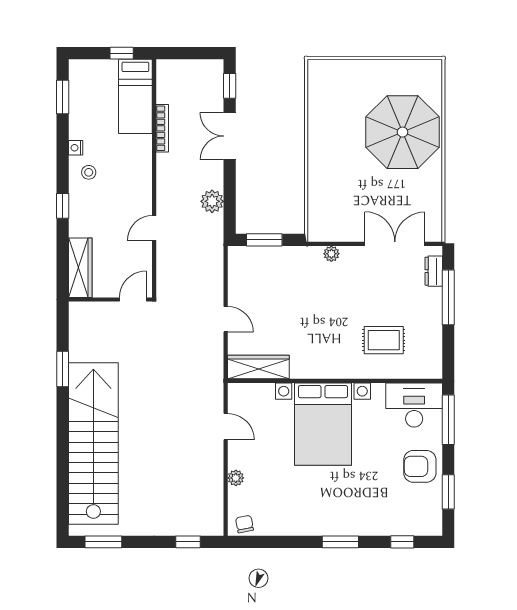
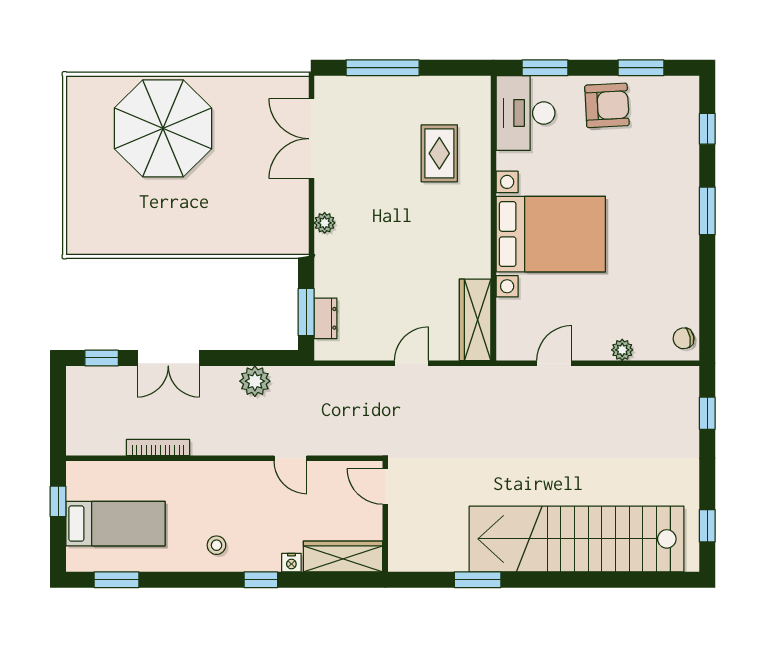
bed: (135, 96) -> (116, 524), moved
nightstand: (76, 148) -> (291, 563), moved
dresser: (434, 271) -> (325, 318), moved, turned -90
window: (448, 420) -> (545, 68), width x0.69
armchair: (420, 466) -> (607, 105), turned -93
window: (103, 542) -> (707, 526), width x0.67

